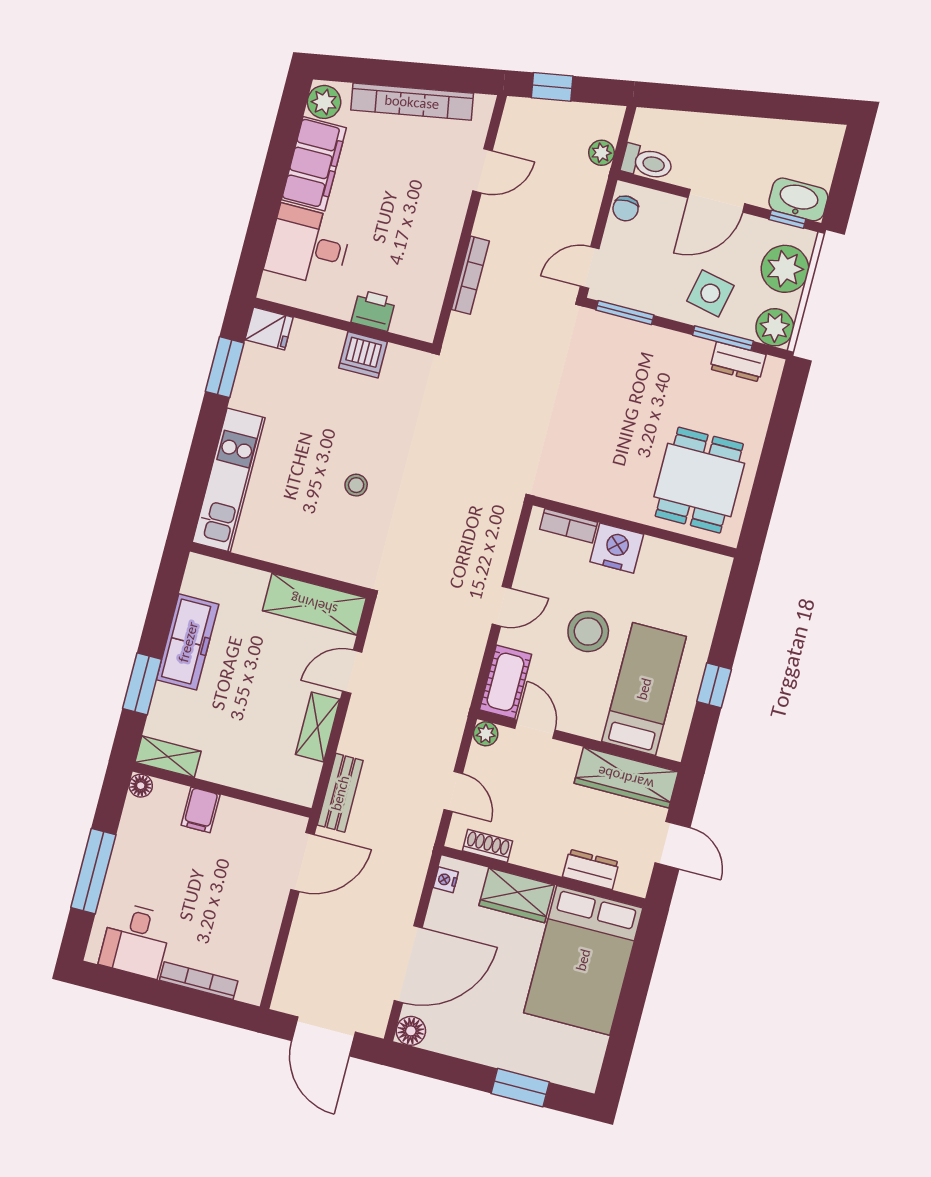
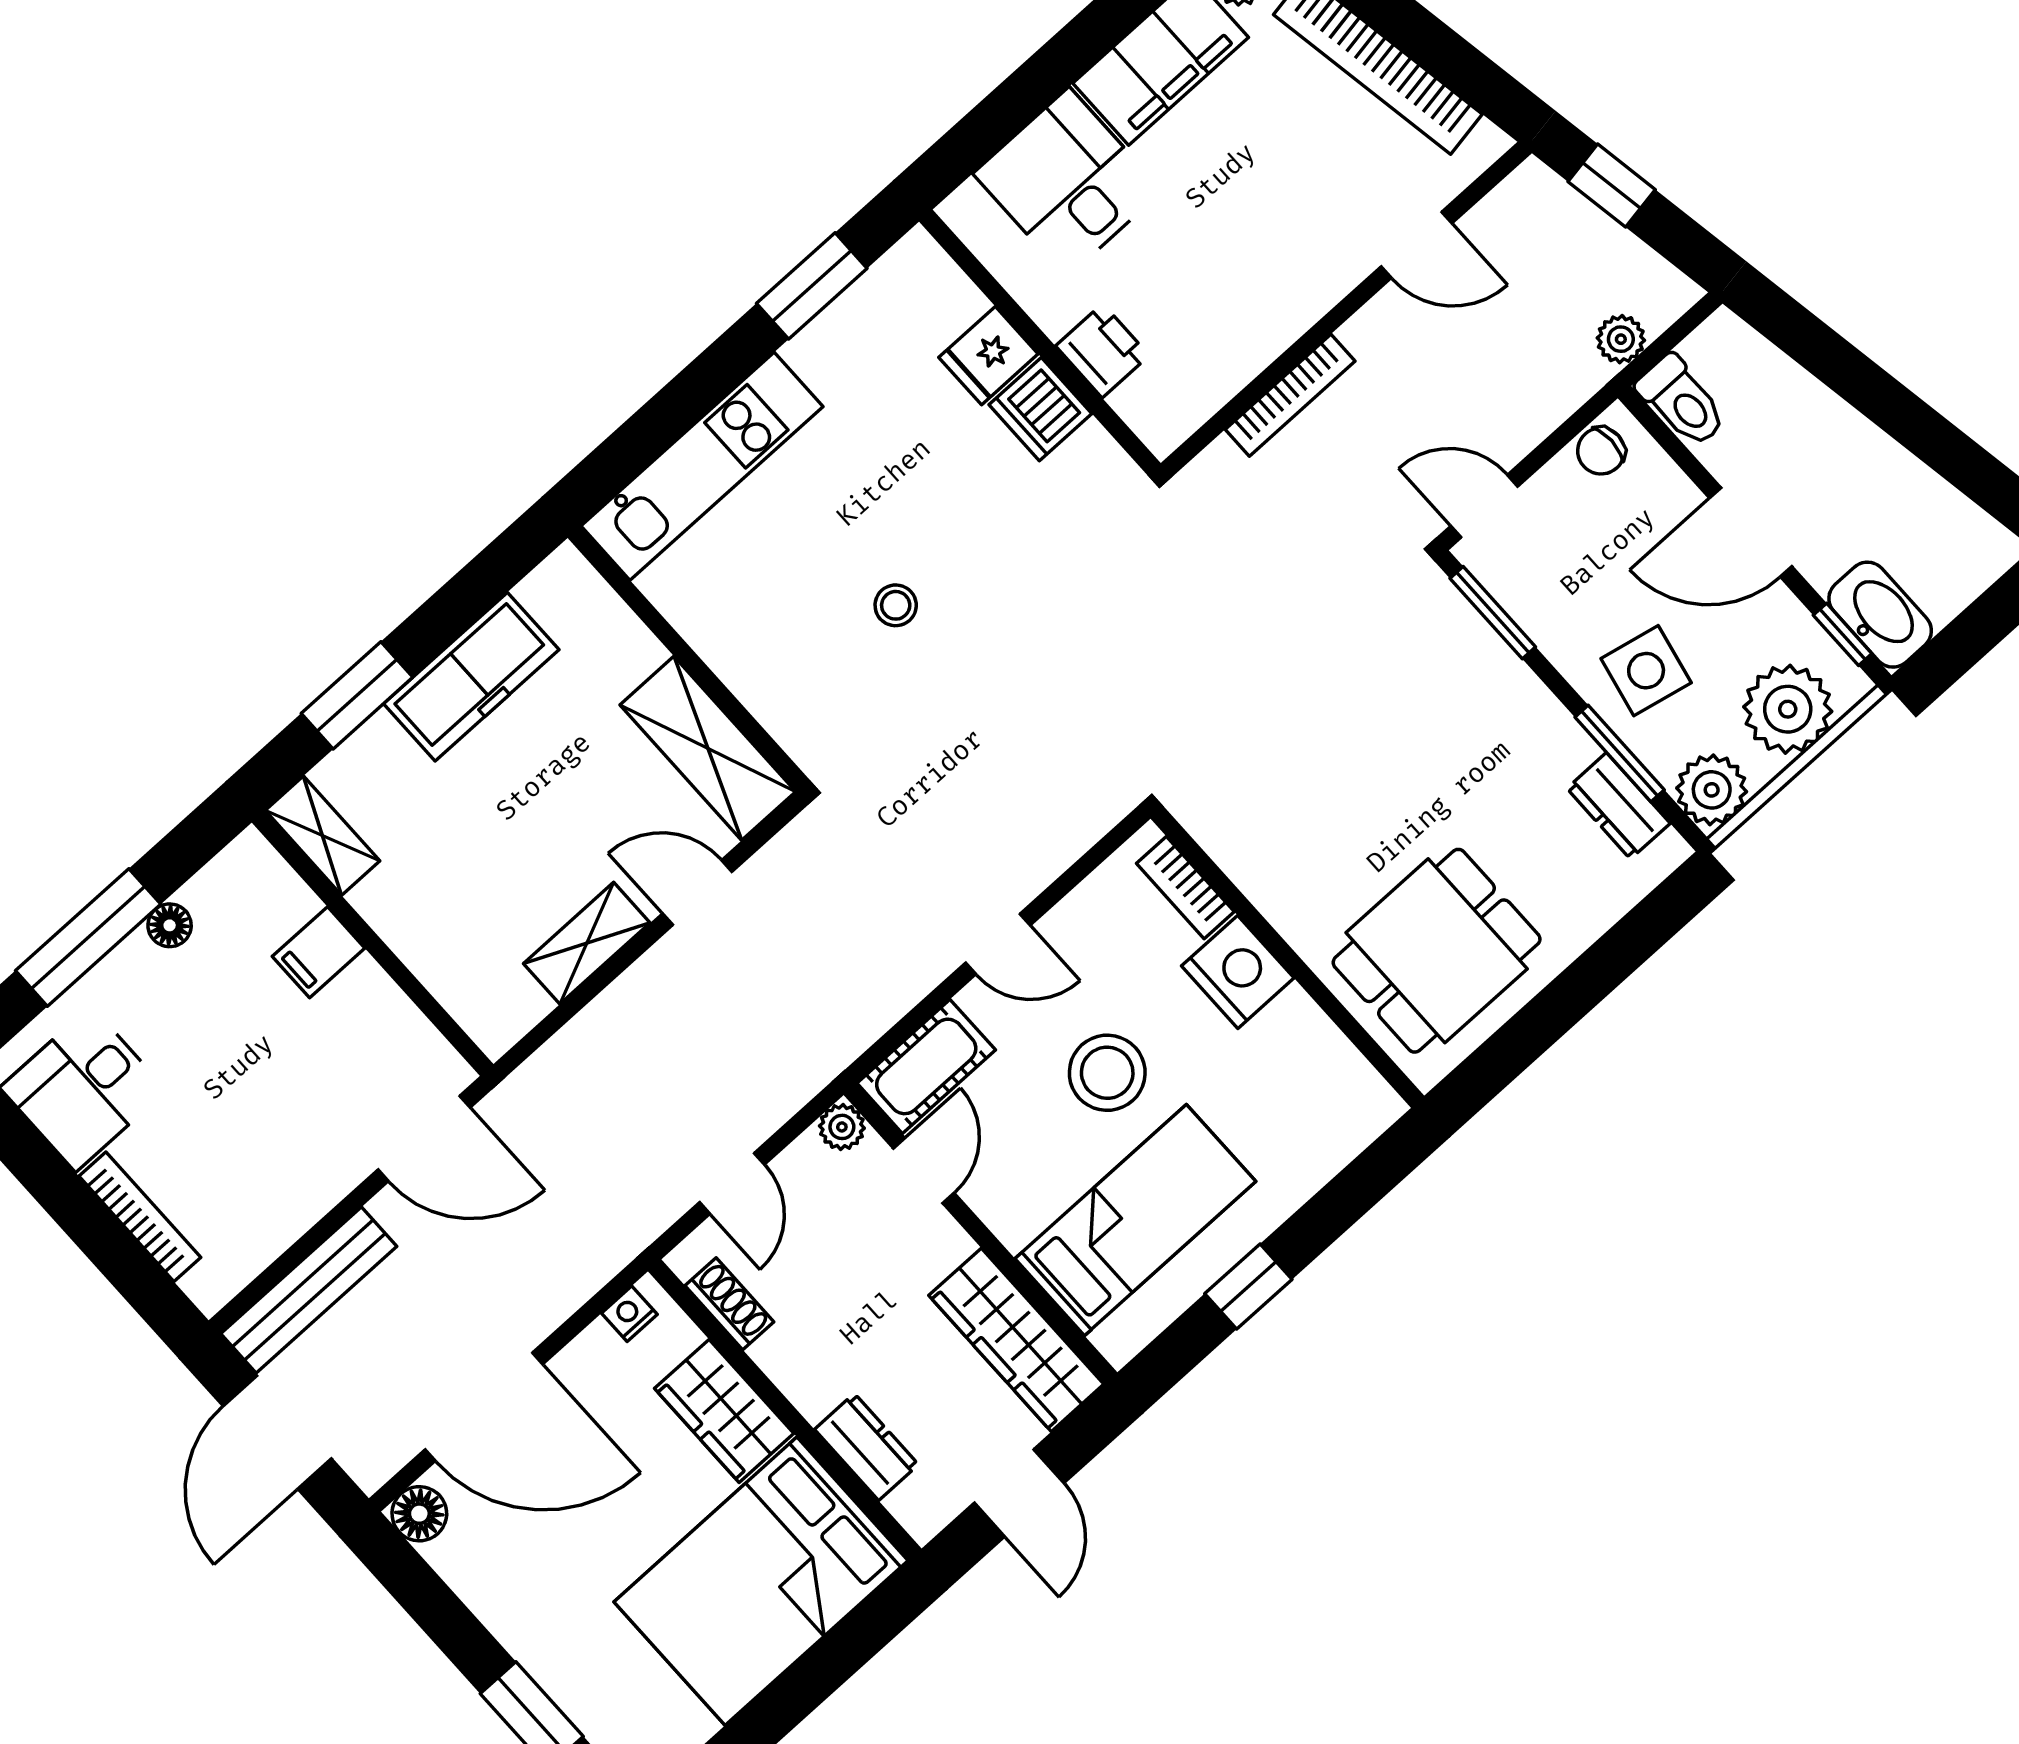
fridge: (269, 329) -> (988, 356), moved, turned 90
floor lamp: (141, 786) -> (170, 925), moved
bench: (340, 793) -> (309, 1290), moved, width x1.36

